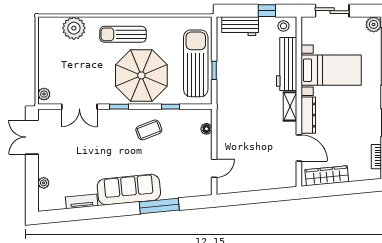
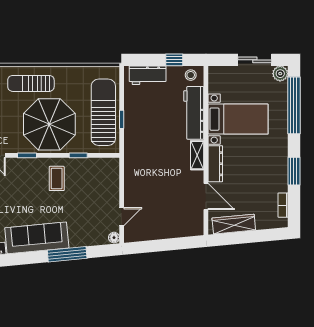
sliding door: (332, 11) -> (255, 60), moved
floor lamp: (206, 129) -> (114, 238), moved
coffee table: (149, 130) -> (57, 178), turned -69

